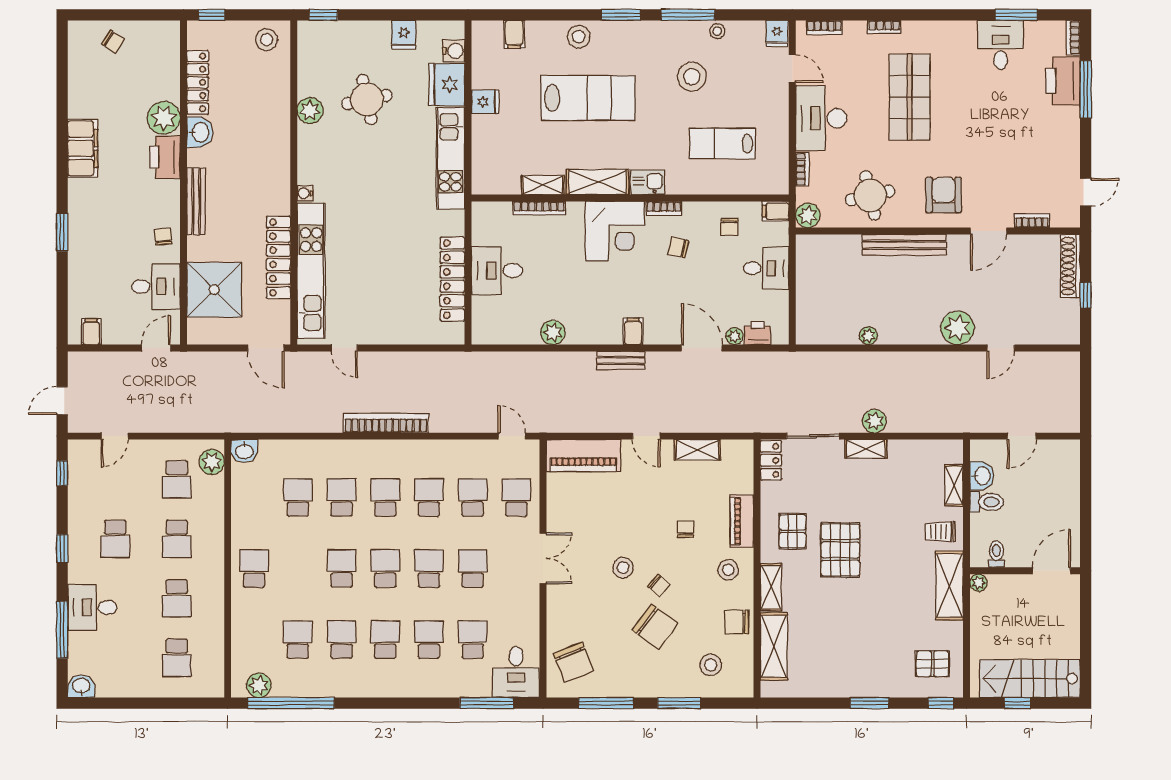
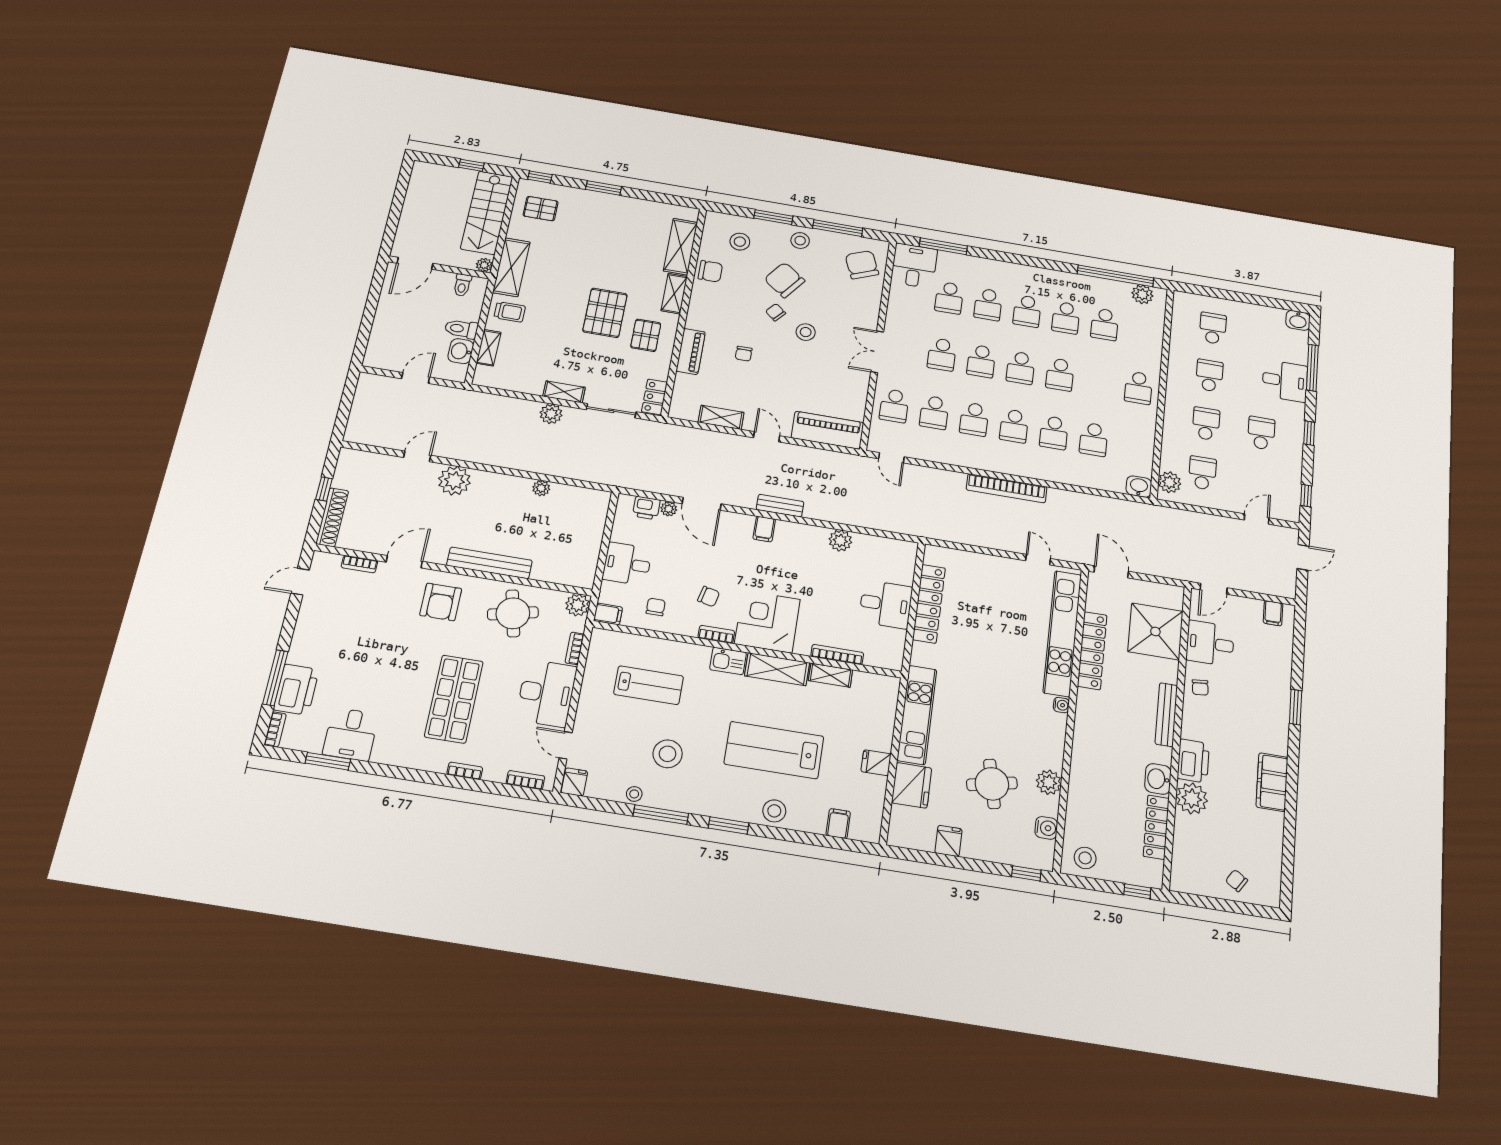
water cooler: (454, 51) -> (1046, 828), moved, turned 180
stool: (728, 570) -> (800, 241), moved
stairs: (1030, 679) -> (487, 213), moved, turned 90

